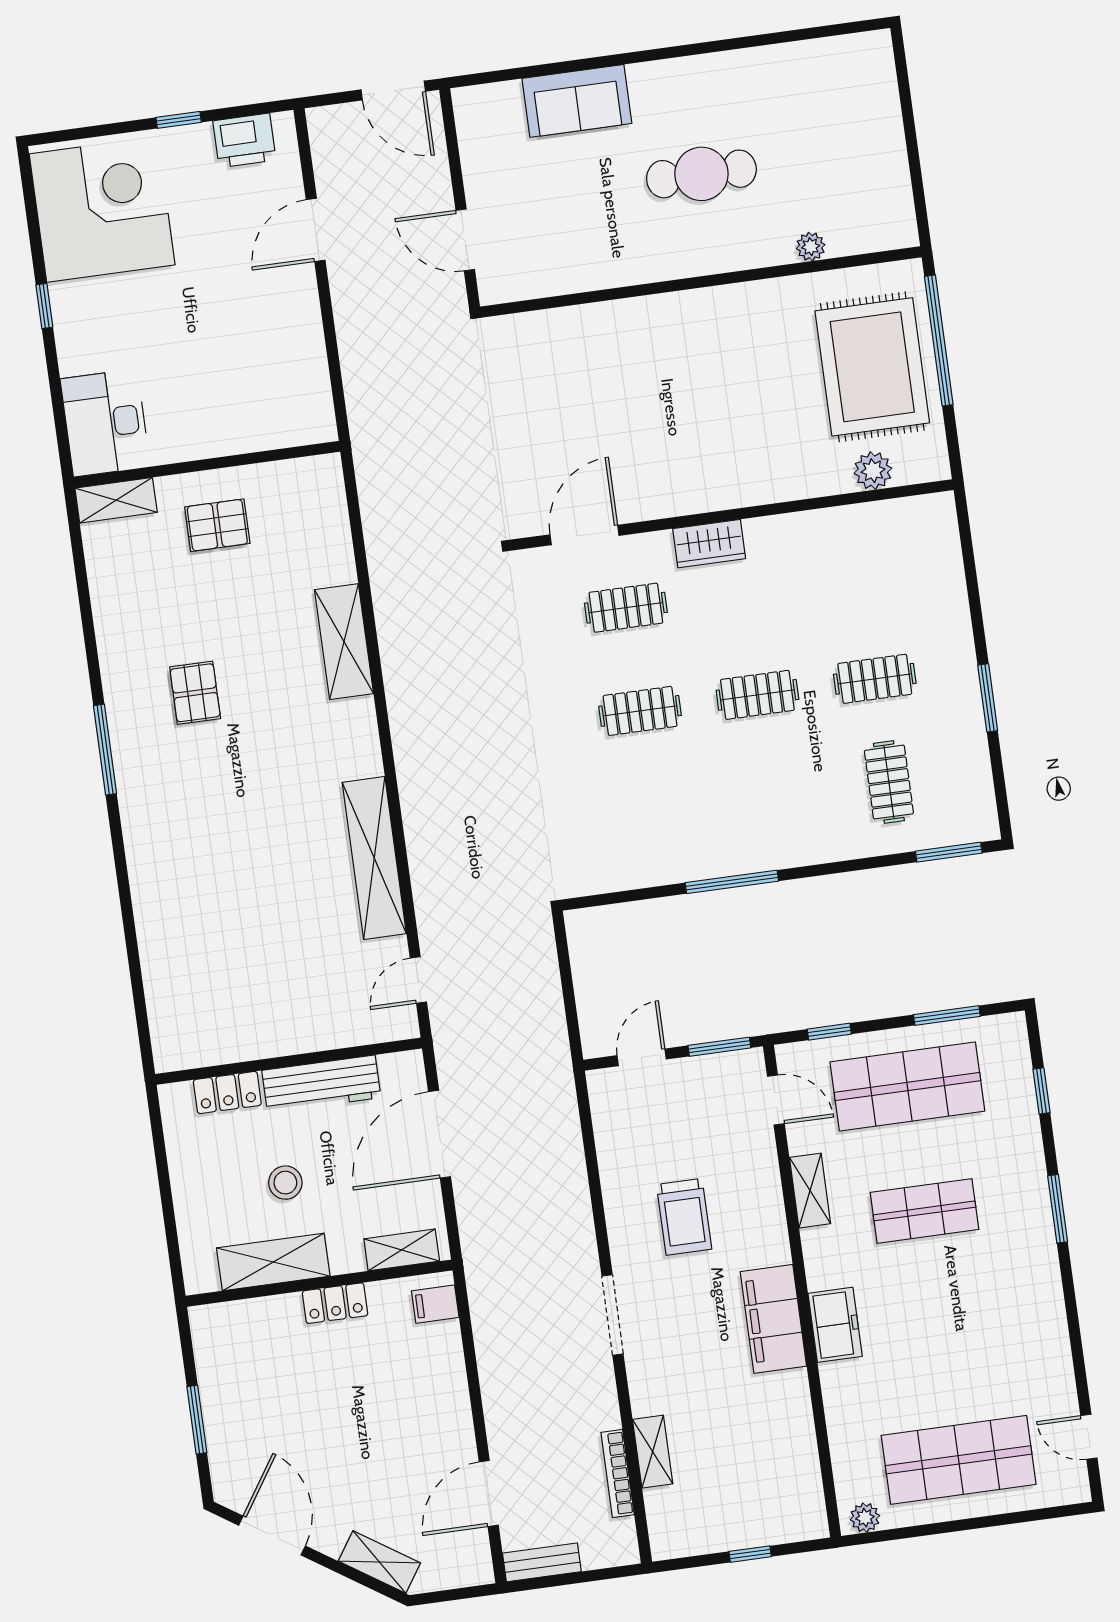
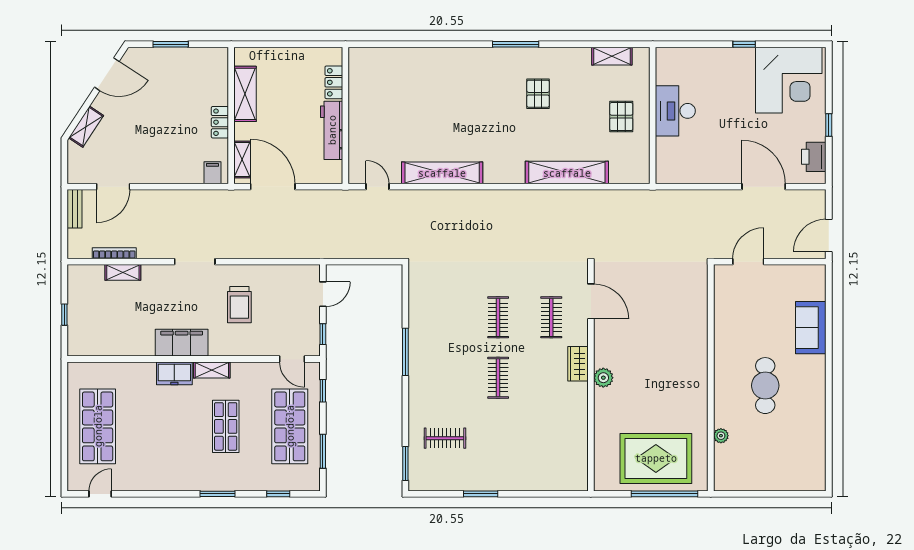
door: (316, 230) -> (764, 187), width x1.36
desk: (105, 423) -> (675, 111), moved, turned -90
plant: (873, 471) -> (603, 378), moved
shelving: (116, 500) -> (612, 56), moved, turned 90
shelving: (344, 642) -> (567, 173), width x1.47
clothes rail: (875, 679) -> (498, 438), removed
pallet: (195, 693) -> (538, 94), turned 90
window: (719, 1047) -> (323, 334), width x0.67
door: (642, 1057) -> (323, 294), hinge flipped
door: (776, 1100) -> (292, 359), hinge flipped
door: (439, 1134) -> (273, 187), moved
stool: (285, 1183) -> (284, 105), removed
shelving: (810, 1191) -> (212, 370), moved
trolley: (684, 1217) -> (239, 305), turned -90
door: (489, 1493) -> (113, 187), swing flipped
plant: (865, 1518) -> (75, 375), removed

